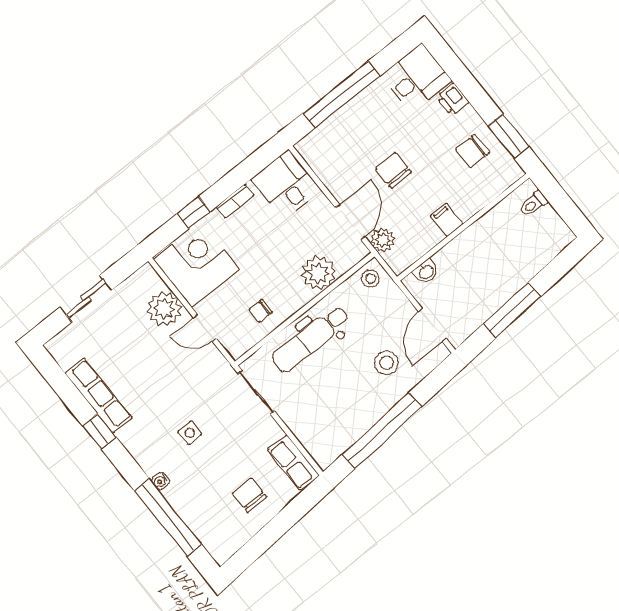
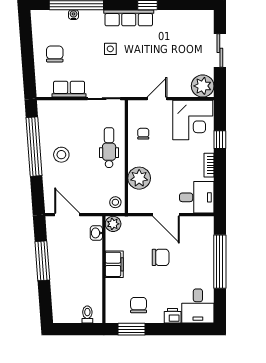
filing cabinet: (447, 220) -> (114, 264), width x2.00
door: (350, 222) -> (166, 215), moved
plant: (383, 240) -> (113, 224), moved
plant: (164, 309) -> (203, 86), moved
dental chair: (310, 339) -> (109, 148), width x0.73, depth x0.72
stool: (387, 363) -> (61, 155), moved
row of seats: (99, 396) -> (129, 18), moved
row of seats: (293, 463) -> (69, 89), moved
water cooler: (160, 481) -> (74, 15), moved
chair: (250, 495) -> (55, 54), turned -90

